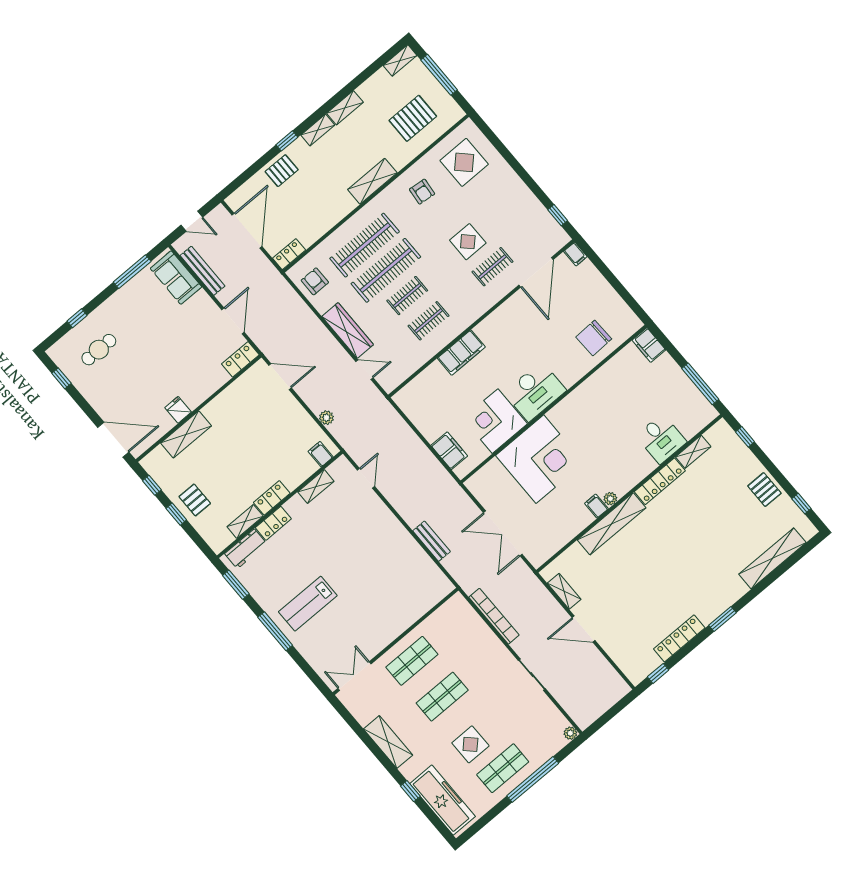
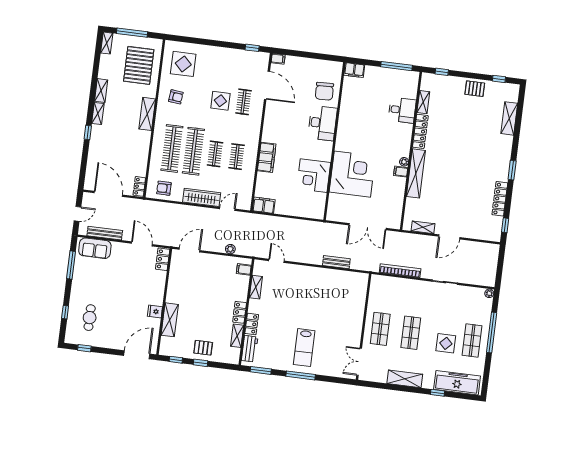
pallet: (413, 118) -> (139, 65), width x1.37, depth x1.41
pallet: (282, 171) -> (98, 149), removed
desk: (535, 392) -> (322, 123), moved
filing cabinet: (449, 451) -> (264, 205), moved
shelving: (772, 558) -> (509, 118), width x0.68

